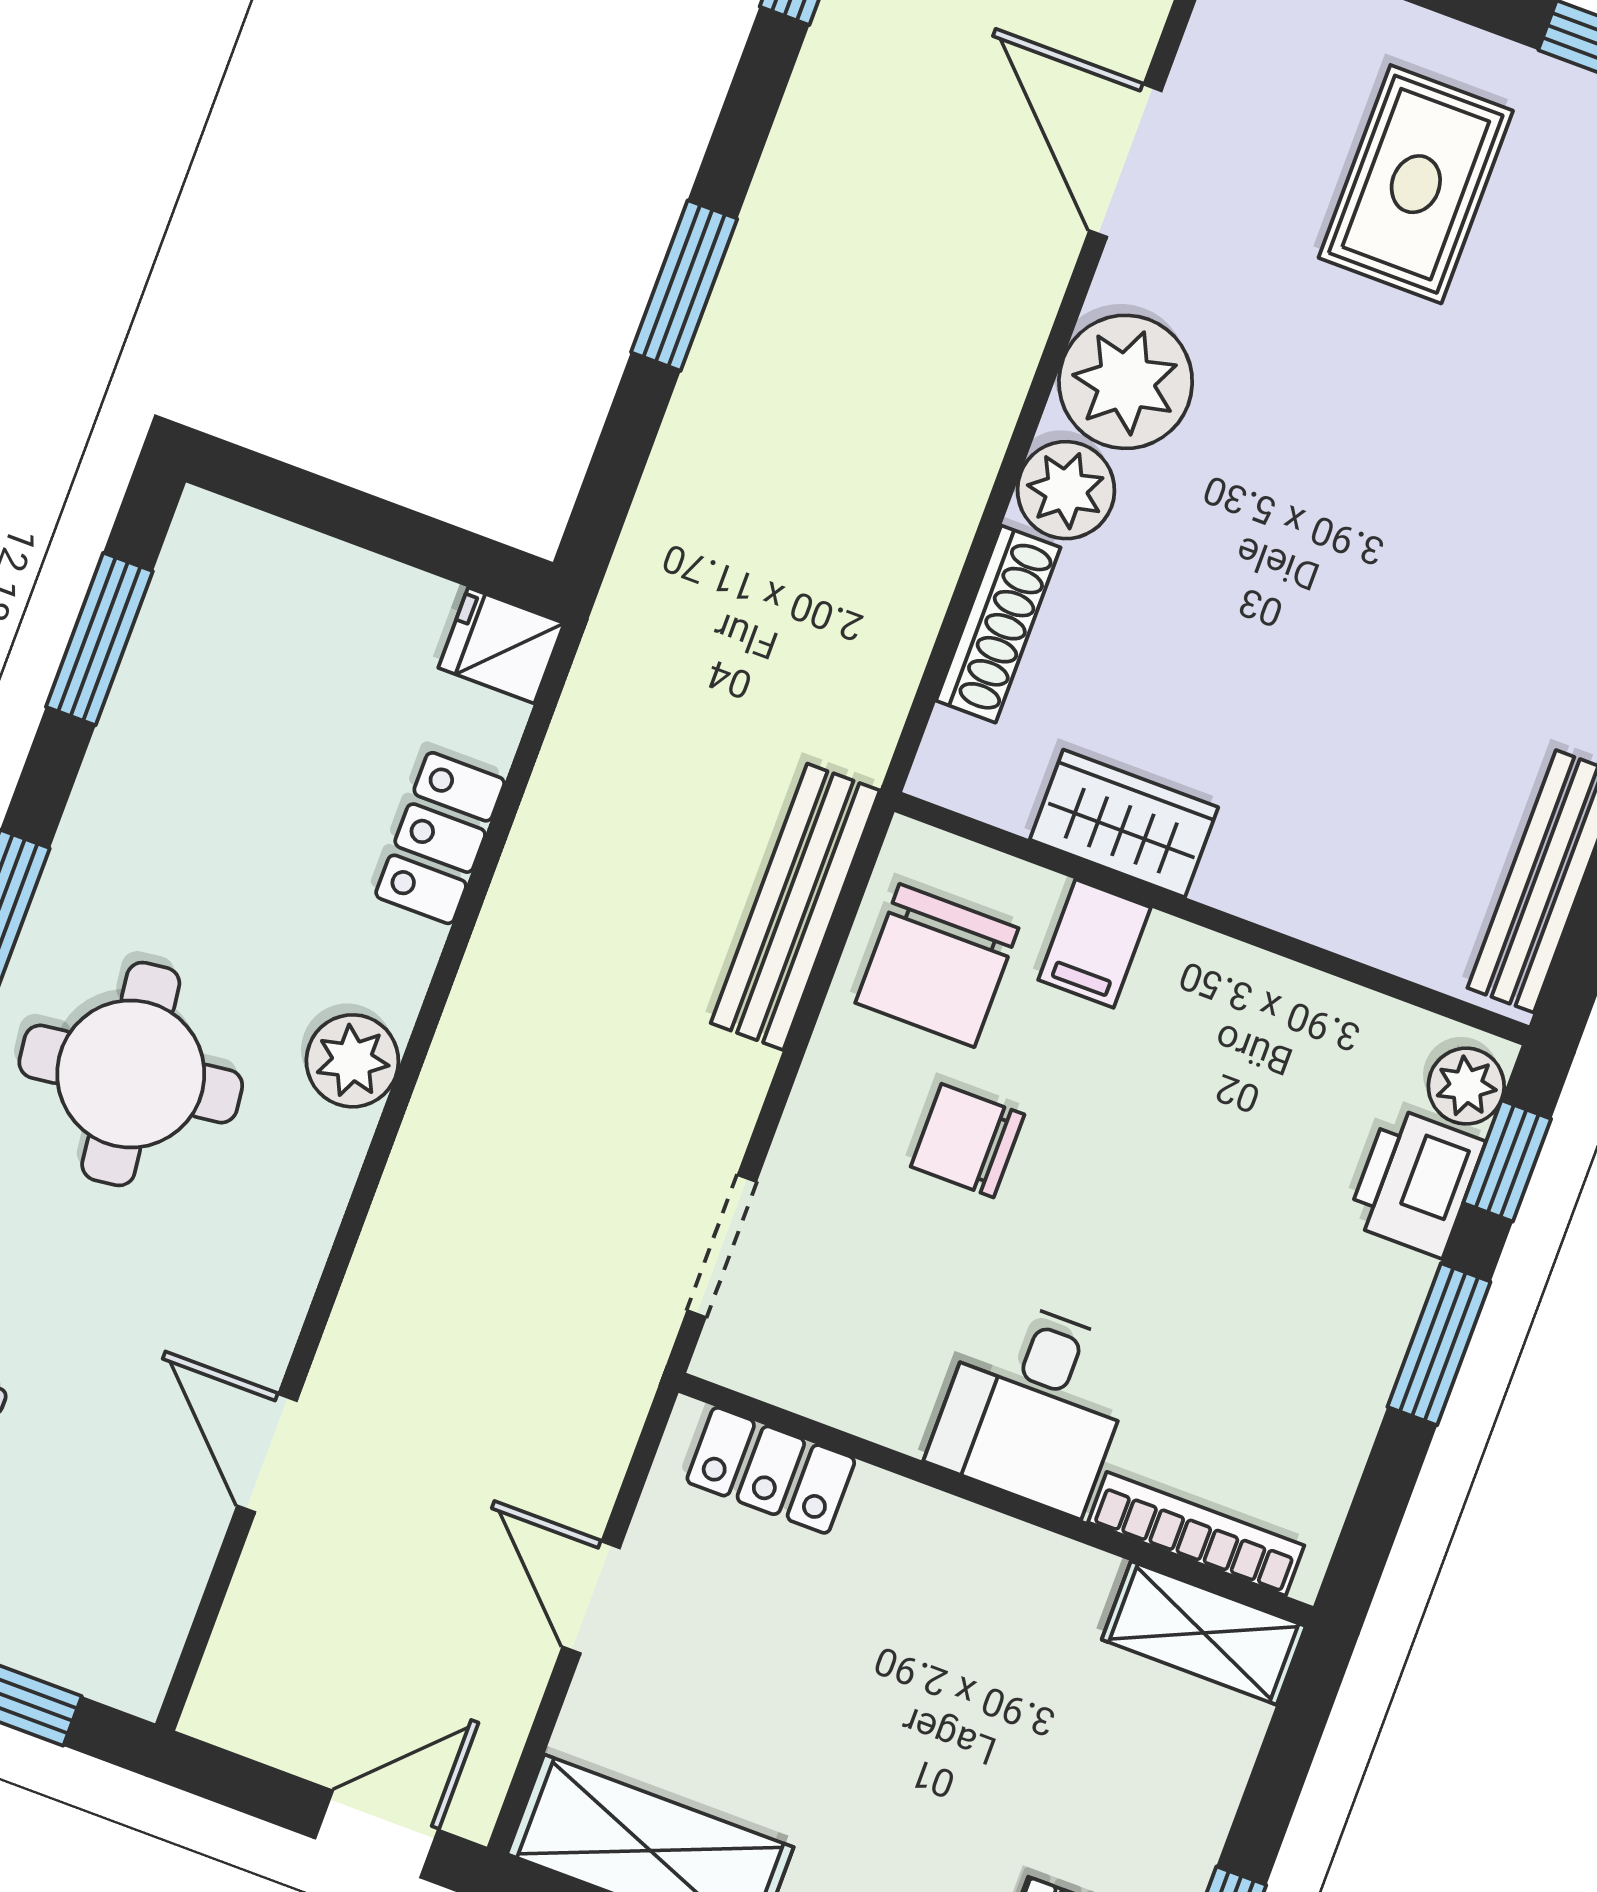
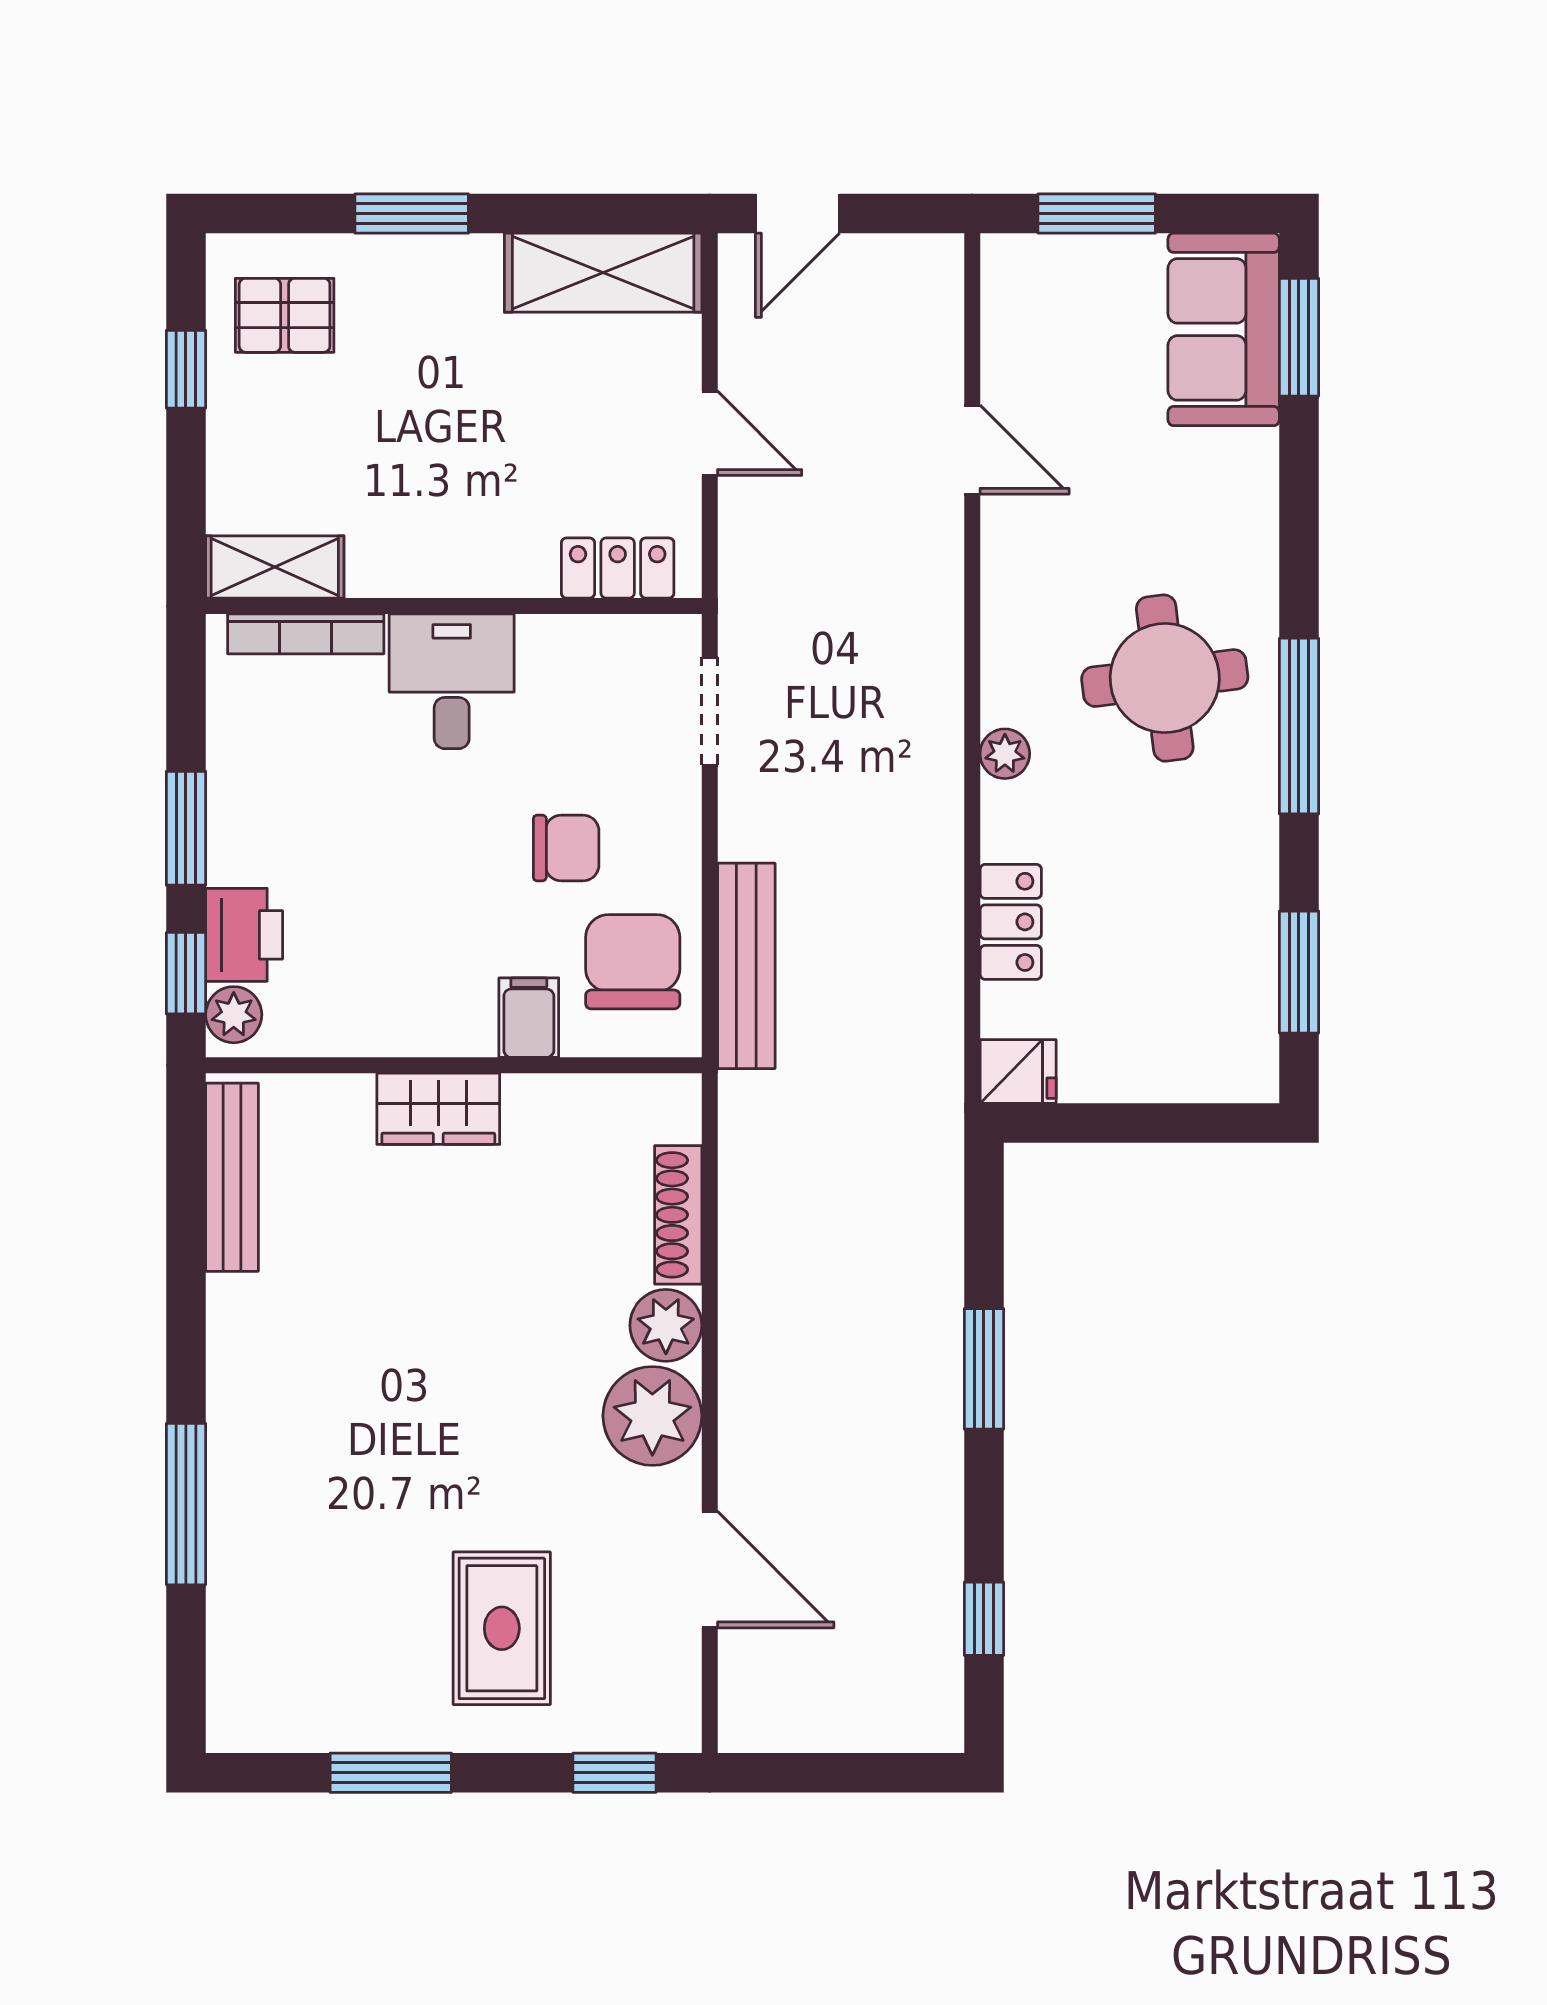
wardrobe: (1124, 823) -> (438, 1109), moved
plant: (352, 1061) -> (1005, 754), width x0.73, depth x0.73

